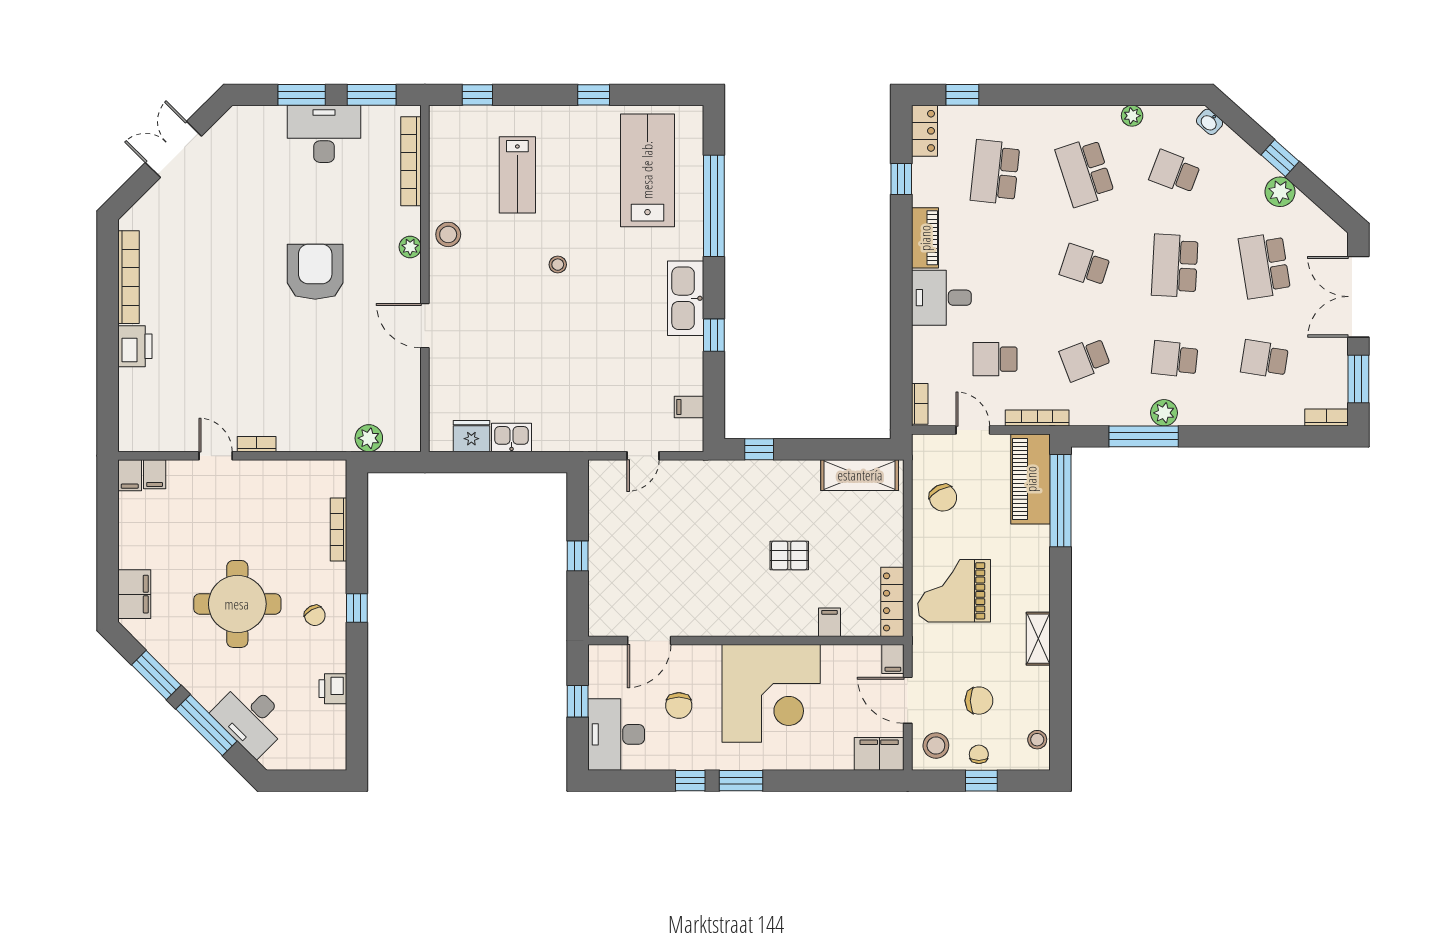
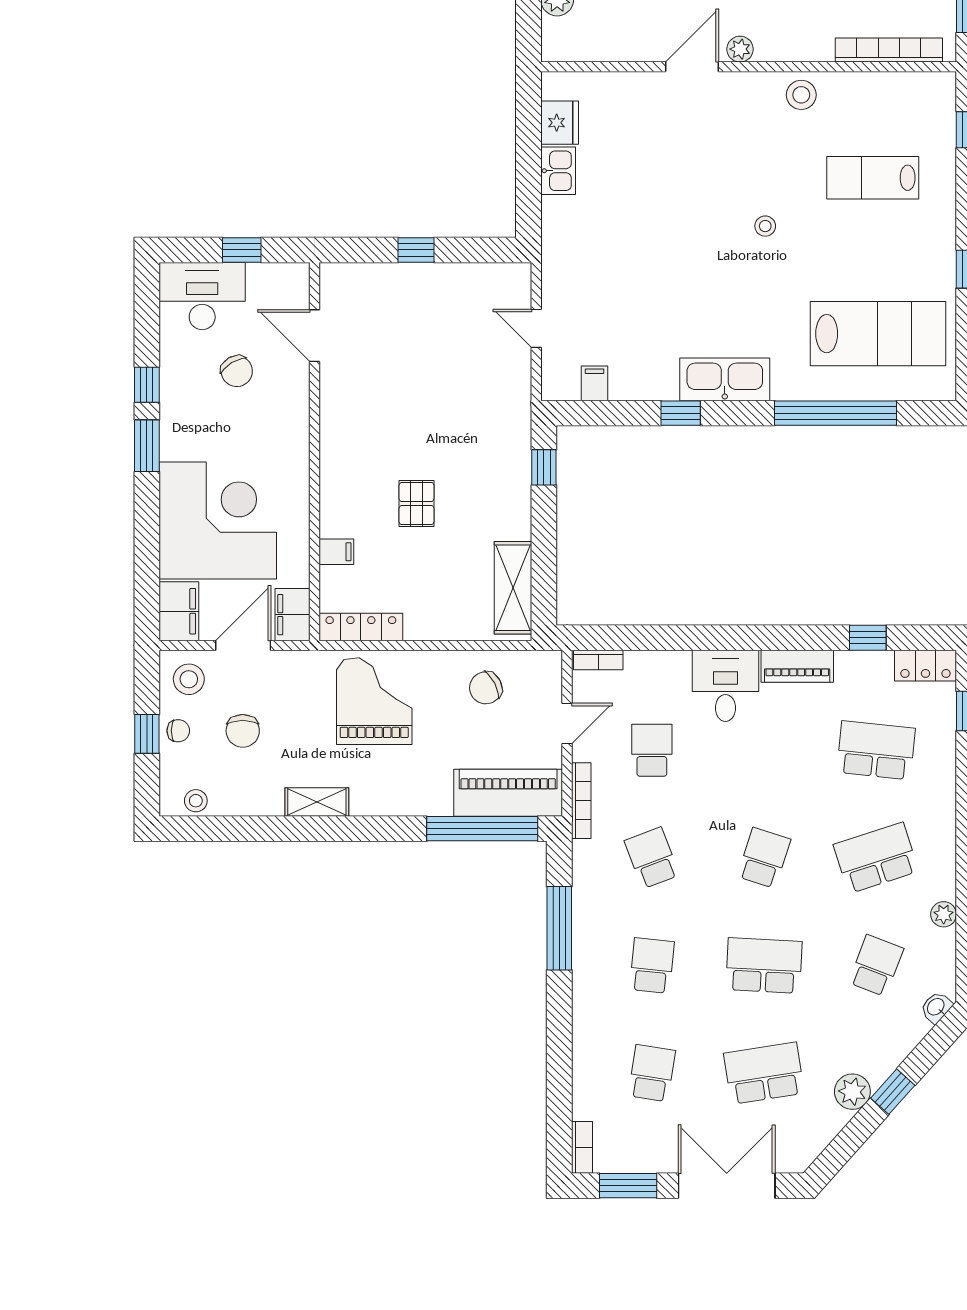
plant: (410, 247) -> (740, 49), moved
plant: (1164, 413) -> (588, 953), removed
filing cabinet: (893, 659) -> (292, 615), width x2.00
corner desk: (771, 693) -> (218, 521), moved, turned 180
chair: (679, 706) -> (237, 371), turned -121

